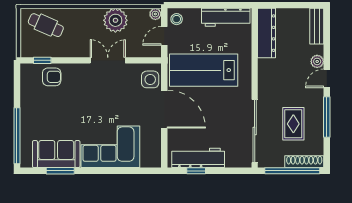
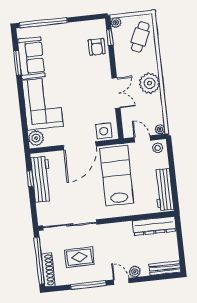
plant: (115, 20) -> (150, 83), moved
plant: (26, 51) -> (116, 22), added
plant: (150, 159) -> (36, 138), added

